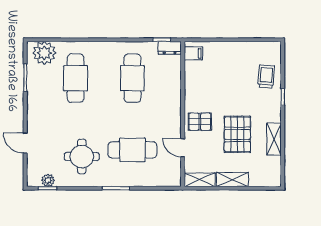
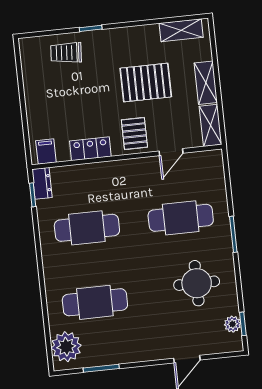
locker: (192, 87) -> (90, 149), added
shelving: (274, 139) -> (181, 30), moved
cafe table: (132, 150) -> (181, 218), turned 90

